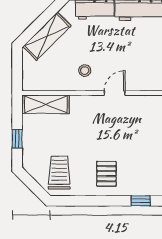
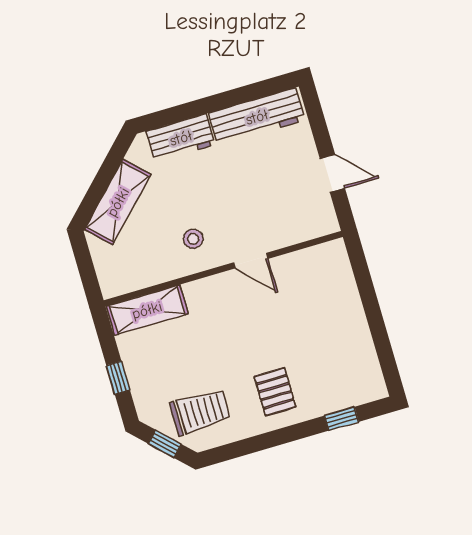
door: (115, 93) -> (251, 261), swing flipped
trolley: (59, 173) -> (200, 412), turned 90
window: (33, 185) -> (165, 444), added

